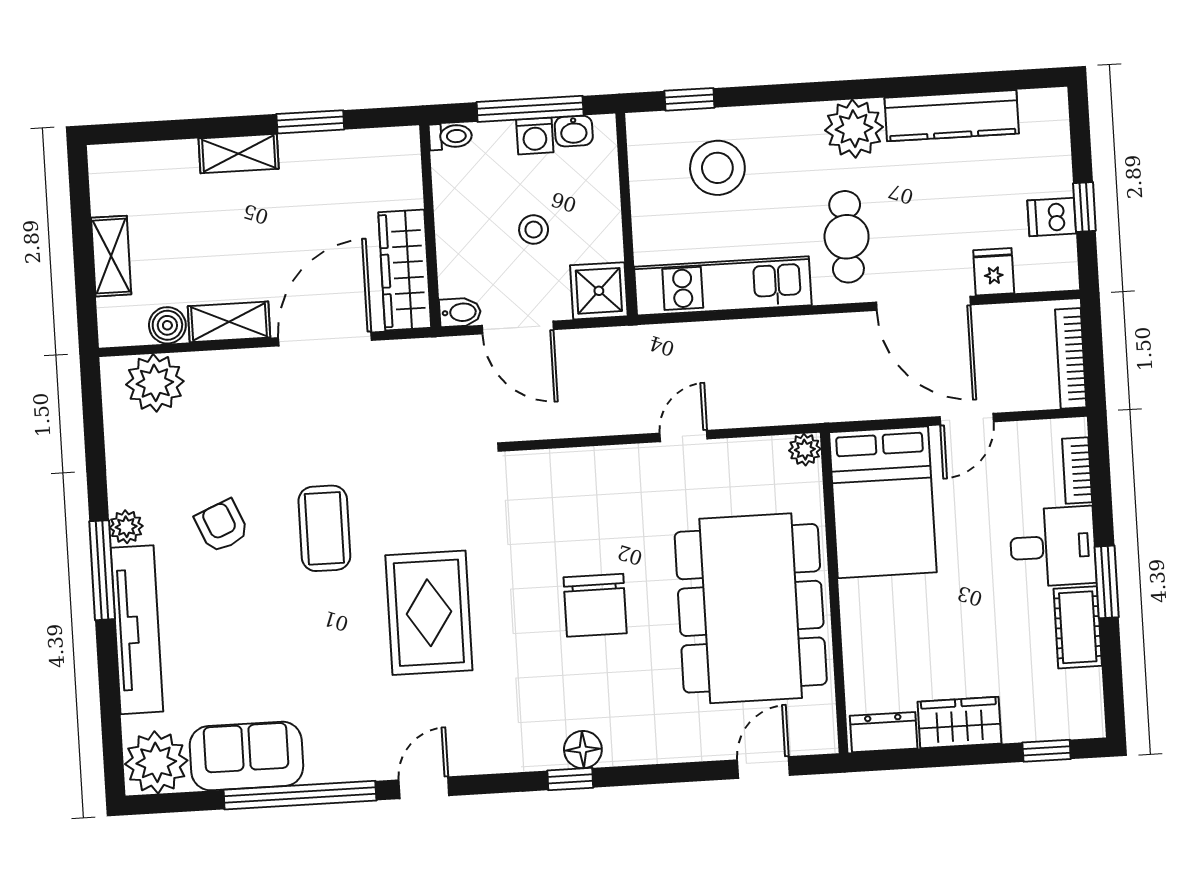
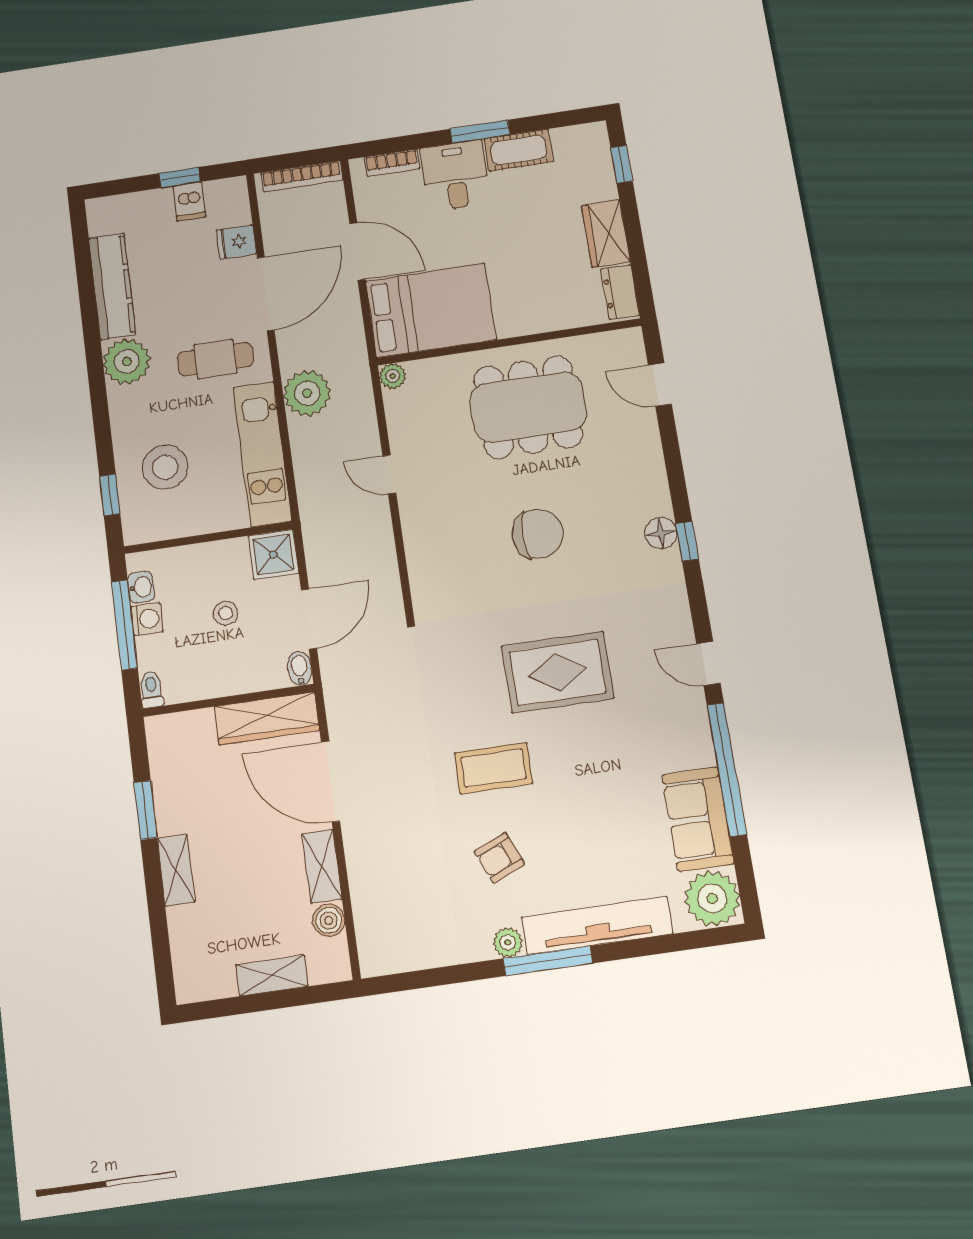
plant: (155, 383) -> (307, 393), moved
door: (967, 419) -> (357, 251), width x1.38
dining table: (751, 608) -> (528, 407), width x0.73, depth x0.80

